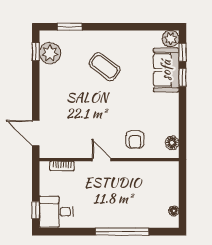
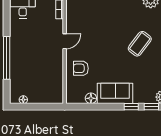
sofa: (166, 70) -> (115, 93), moved
floor lamp: (172, 143) -> (91, 98), moved

